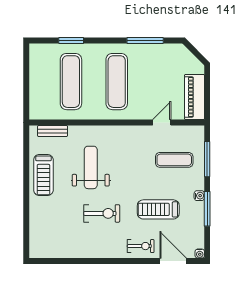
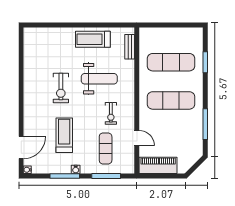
exercise bike: (141, 246) -> (111, 113), moved

